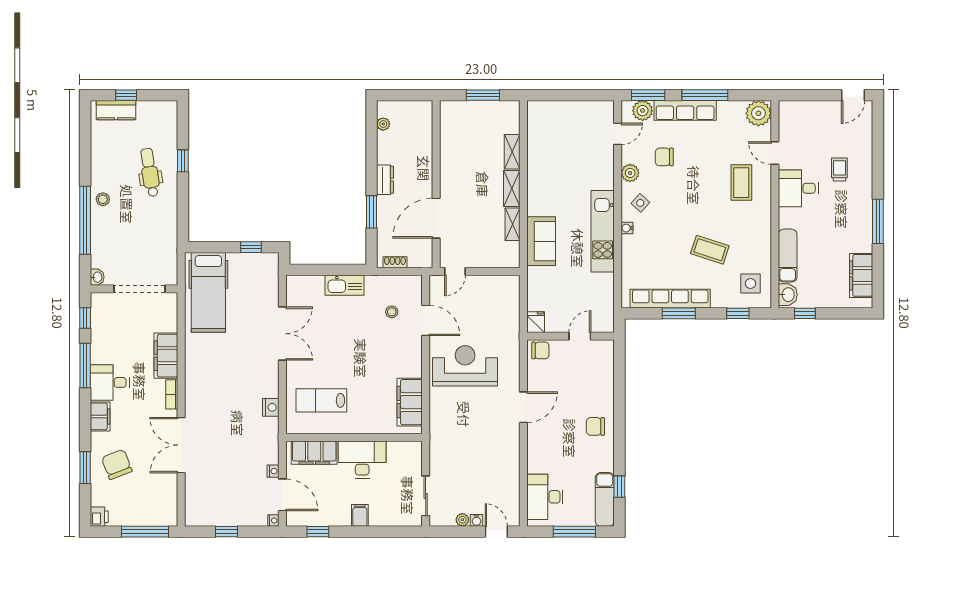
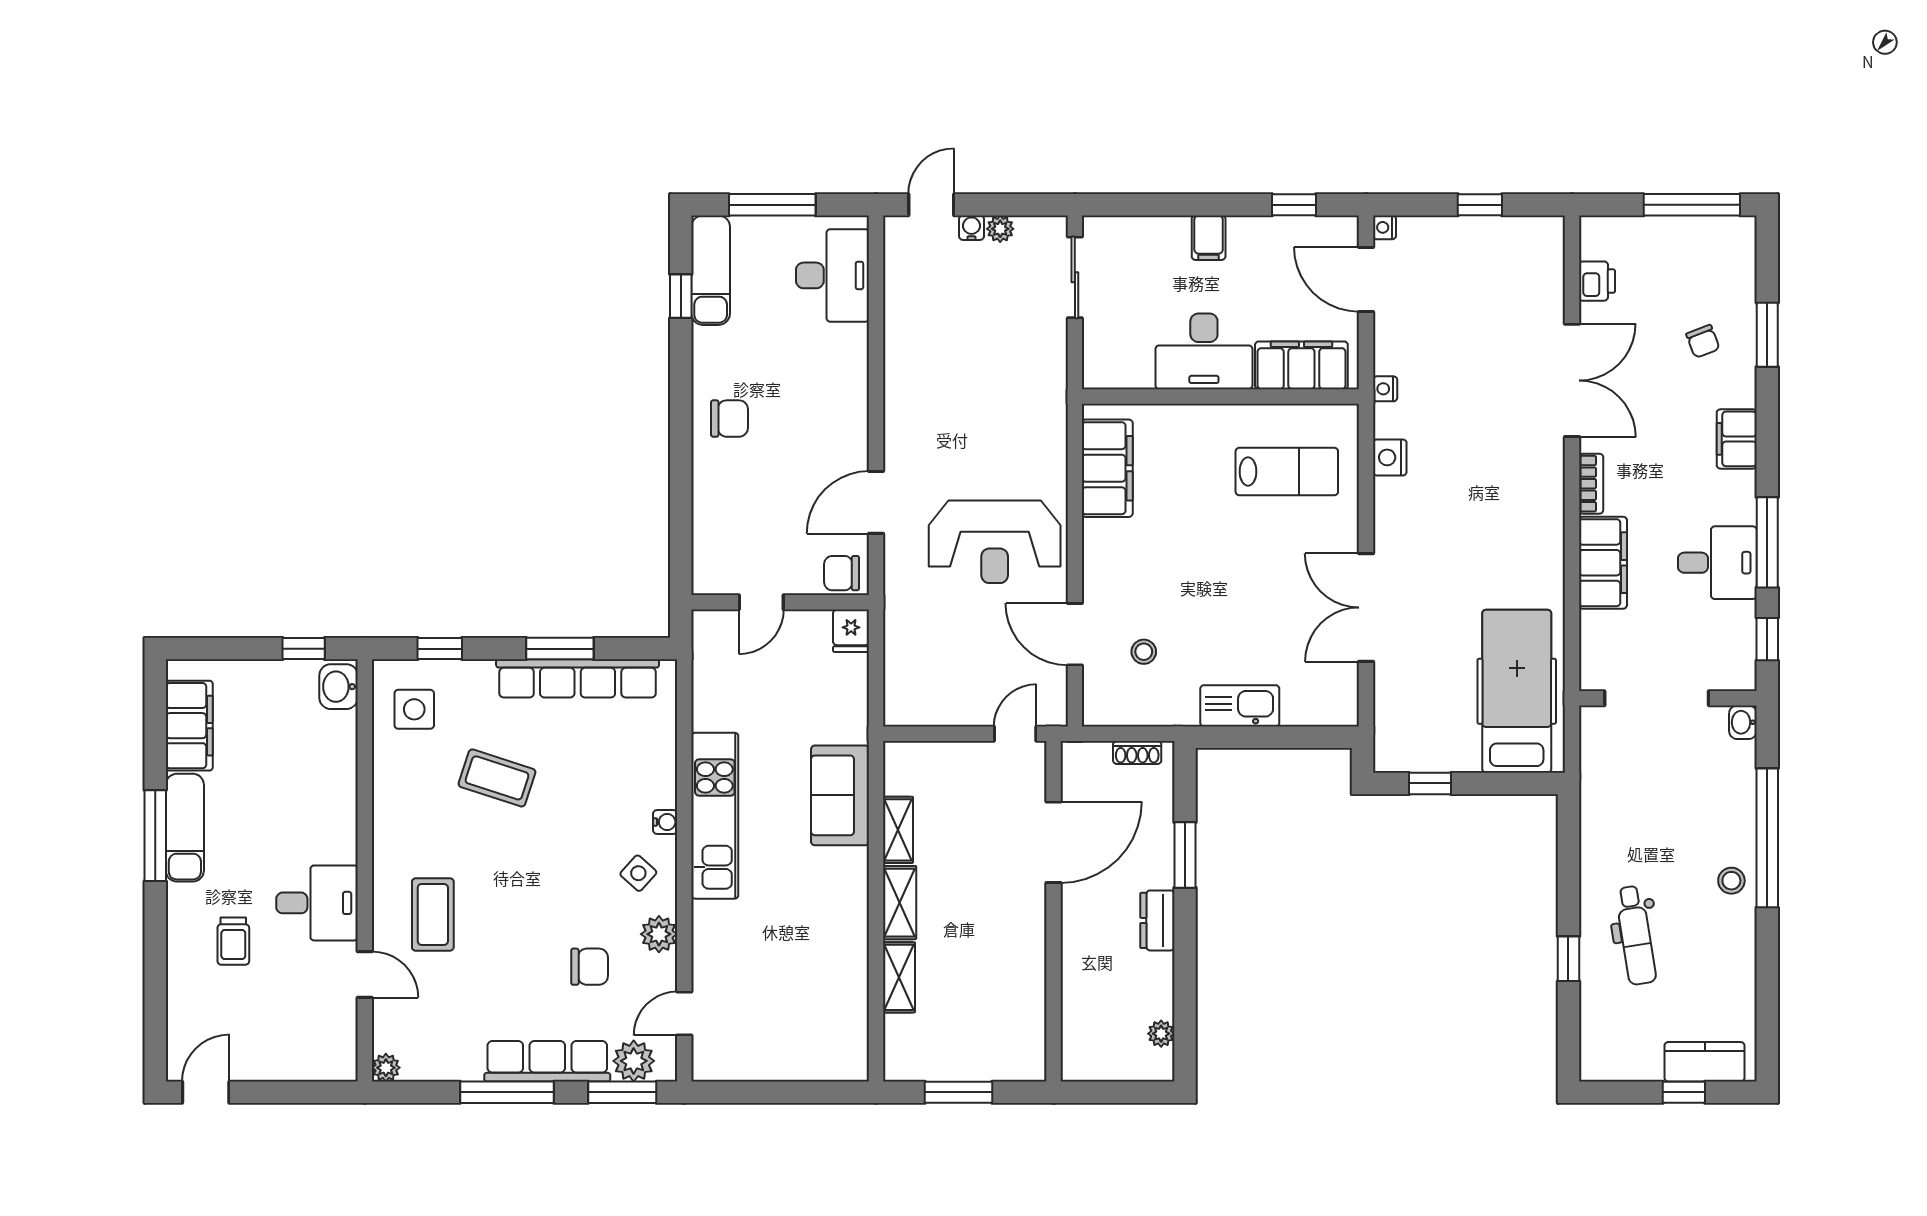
plant: (758, 113) -> (386, 1068), width x0.53, depth x0.53
exam couch: (788, 256) -> (185, 828), moved, turned 180
desk: (110, 382) -> (1717, 563), moved
door: (523, 407) -> (876, 502), moved
chair: (117, 464) -> (1703, 341), width x0.54, depth x0.54
nightstand: (273, 471) -> (1385, 389), moved
printer: (99, 517) -> (1597, 281), moved, turned 180
window: (145, 532) -> (1692, 205), moved
door: (496, 532) -> (931, 205), swing flipped

